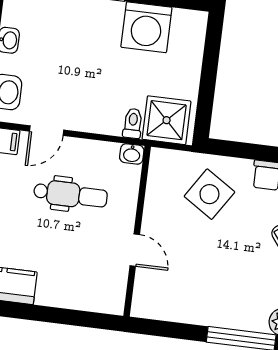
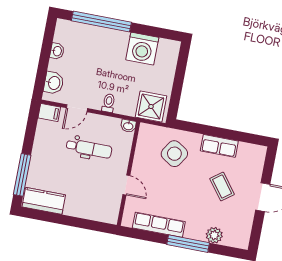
toilet: (133, 123) -> (109, 103), moved
row of seats: (192, 311) -> (159, 225), added

